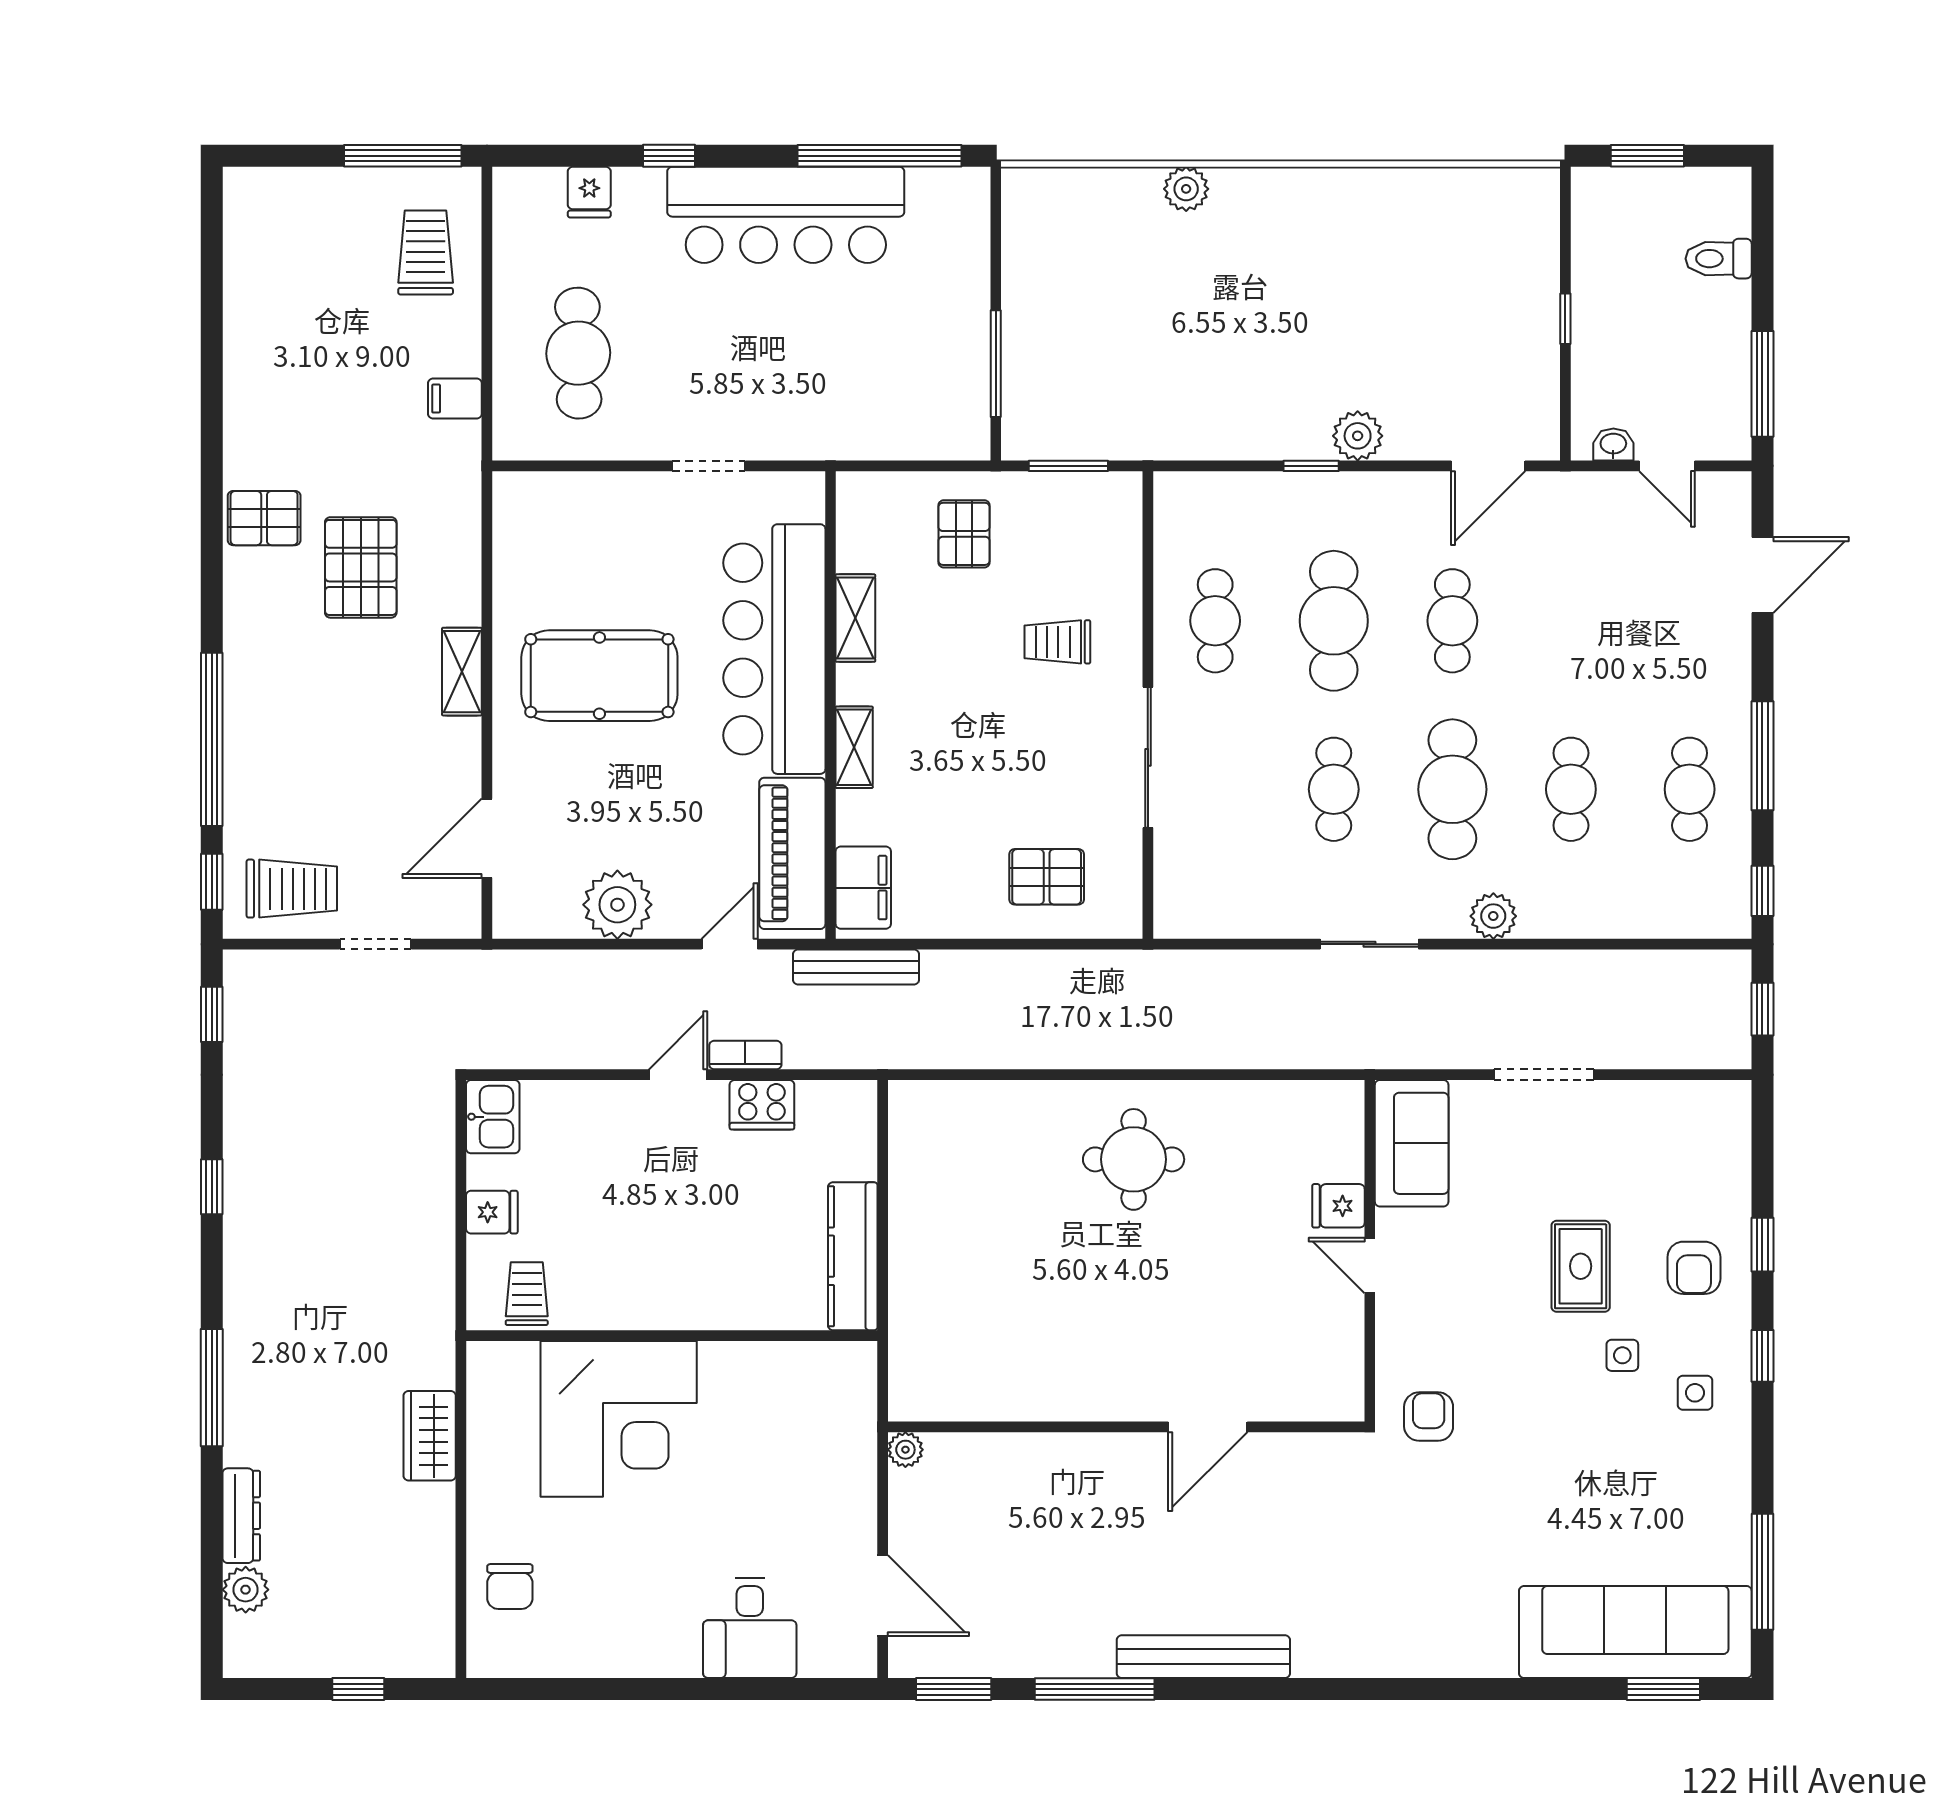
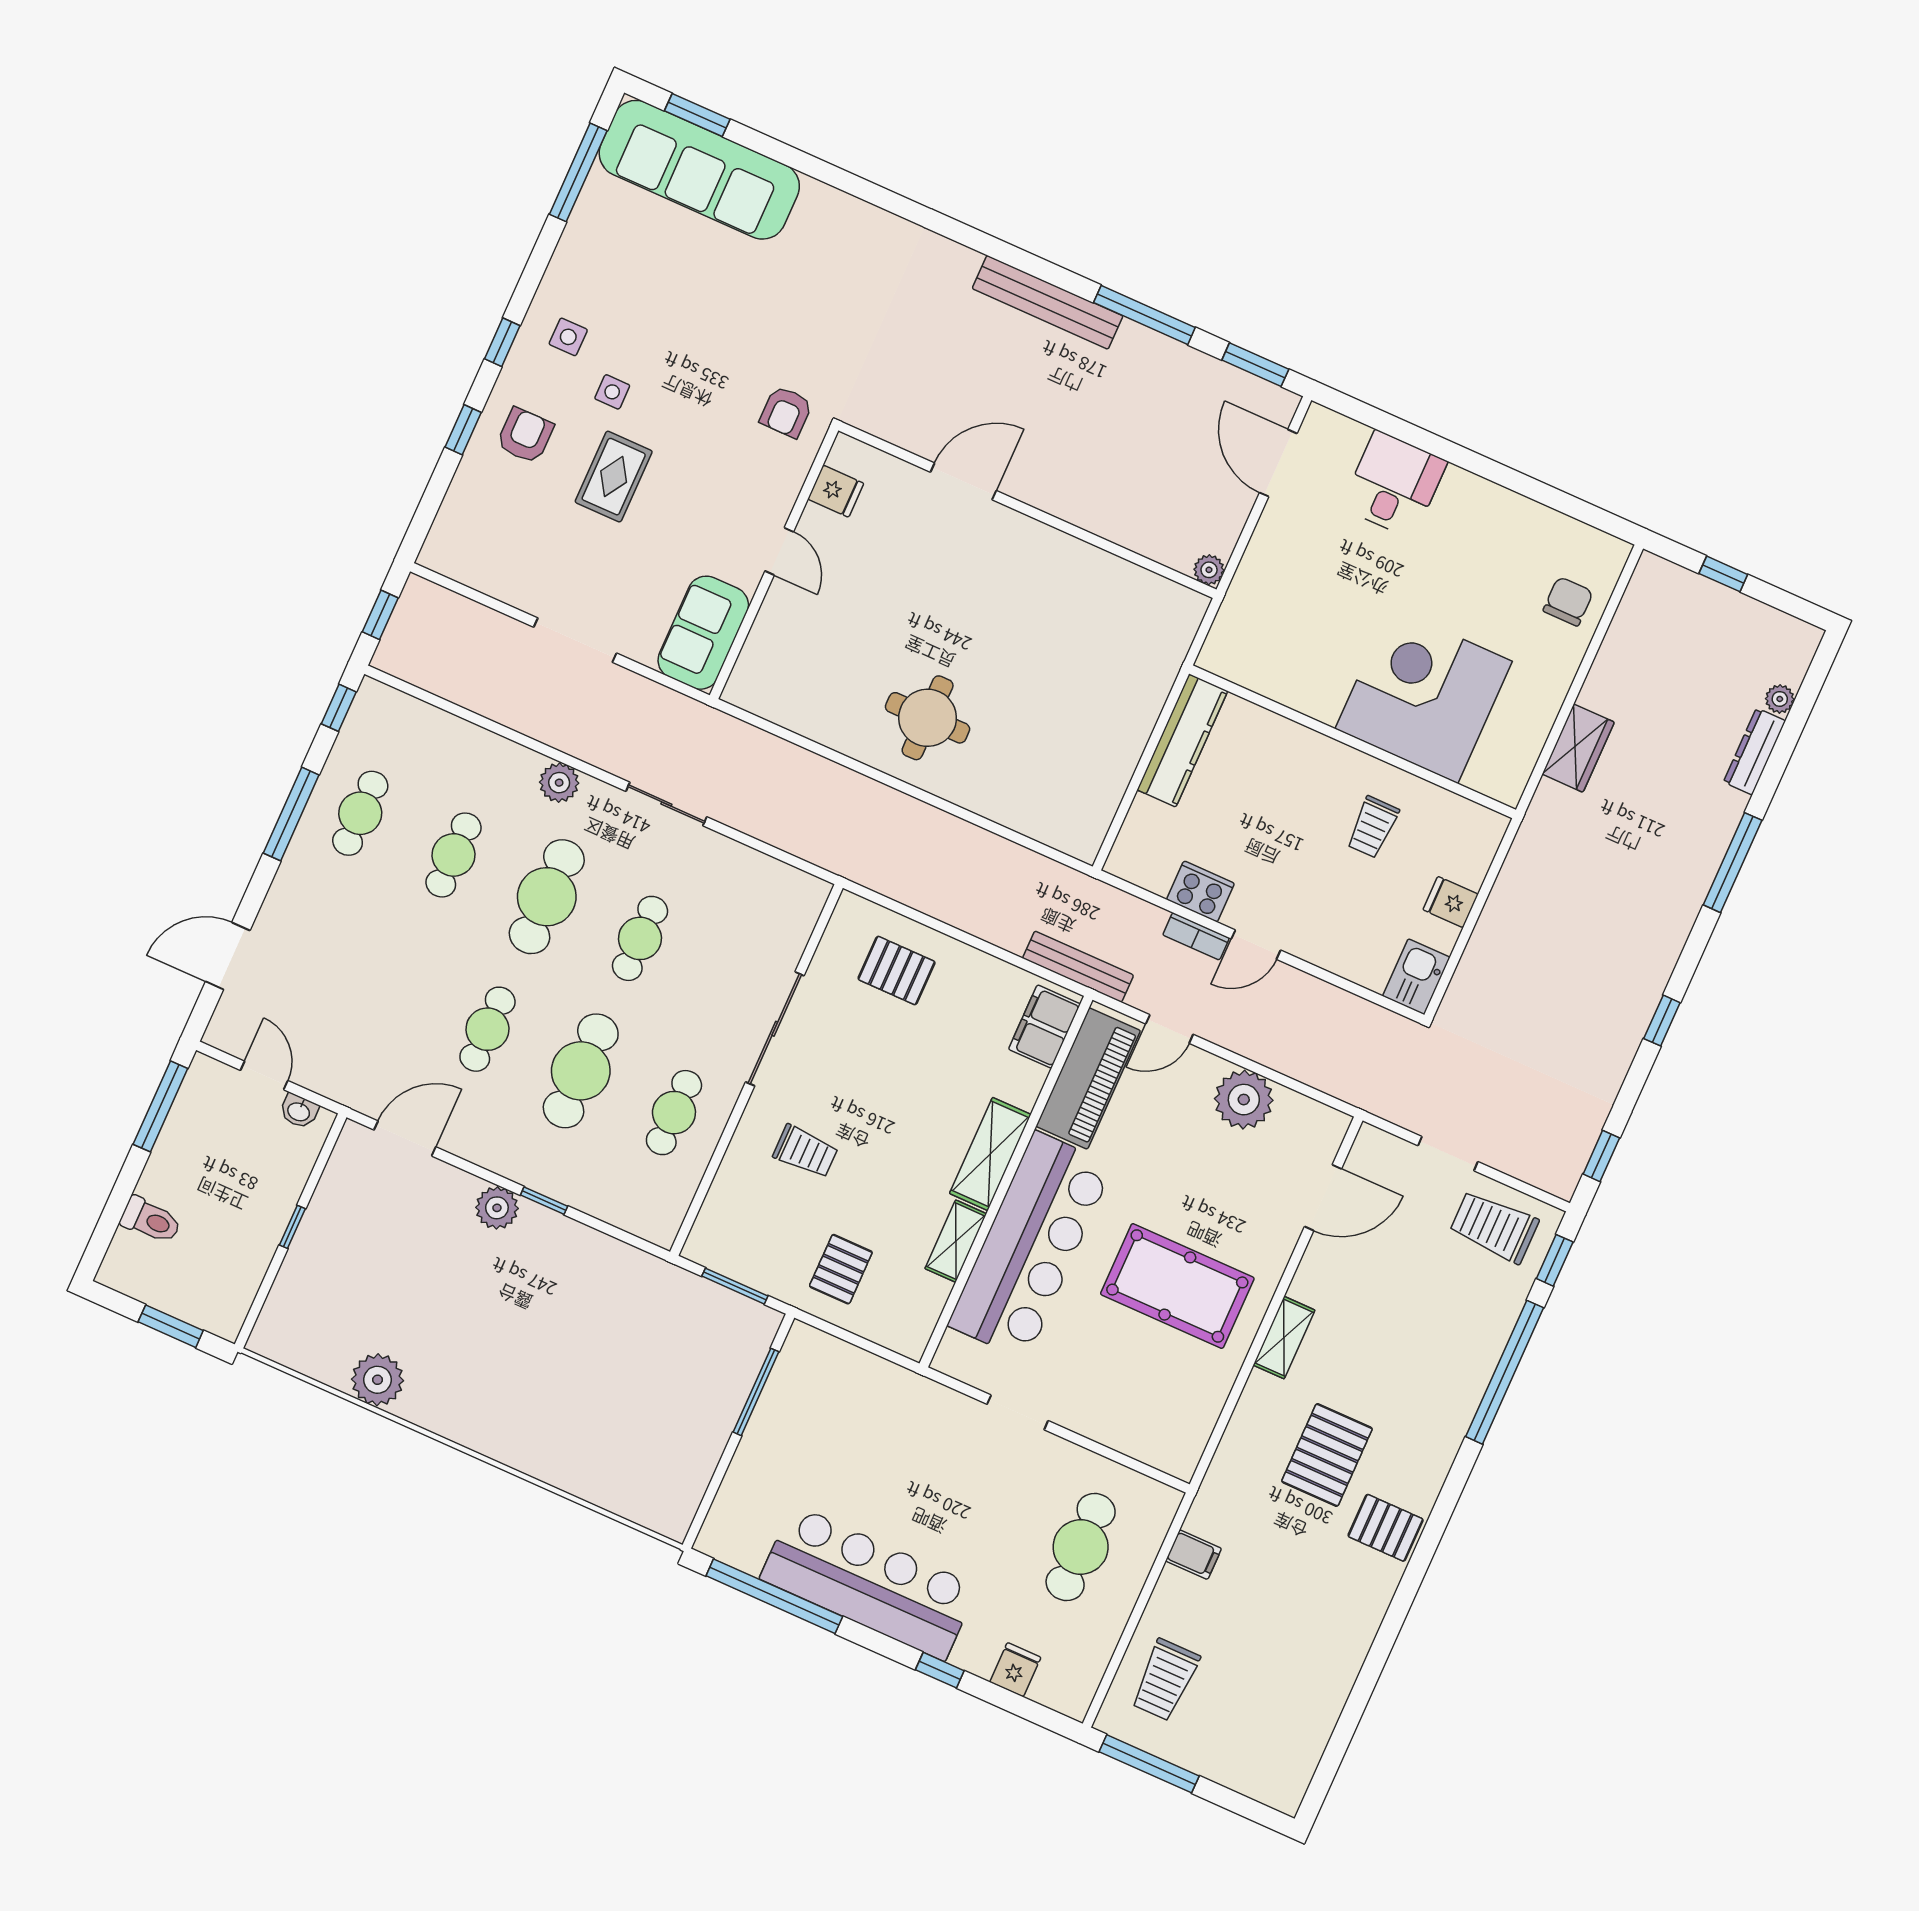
plant: (1186, 189) -> (378, 1380), moved, width x1.36, depth x1.36
shelving: (854, 747) -> (990, 1154), width x1.50, depth x1.33
fridge: (1338, 1206) -> (836, 491), moved
trolley: (527, 1294) -> (1373, 827), moved
plant: (246, 1590) -> (1780, 699), width x0.73, depth x0.73

